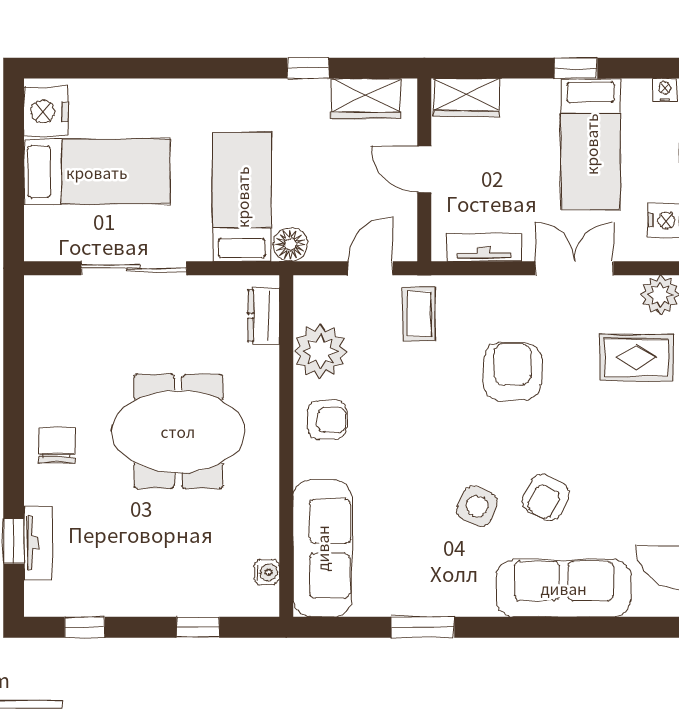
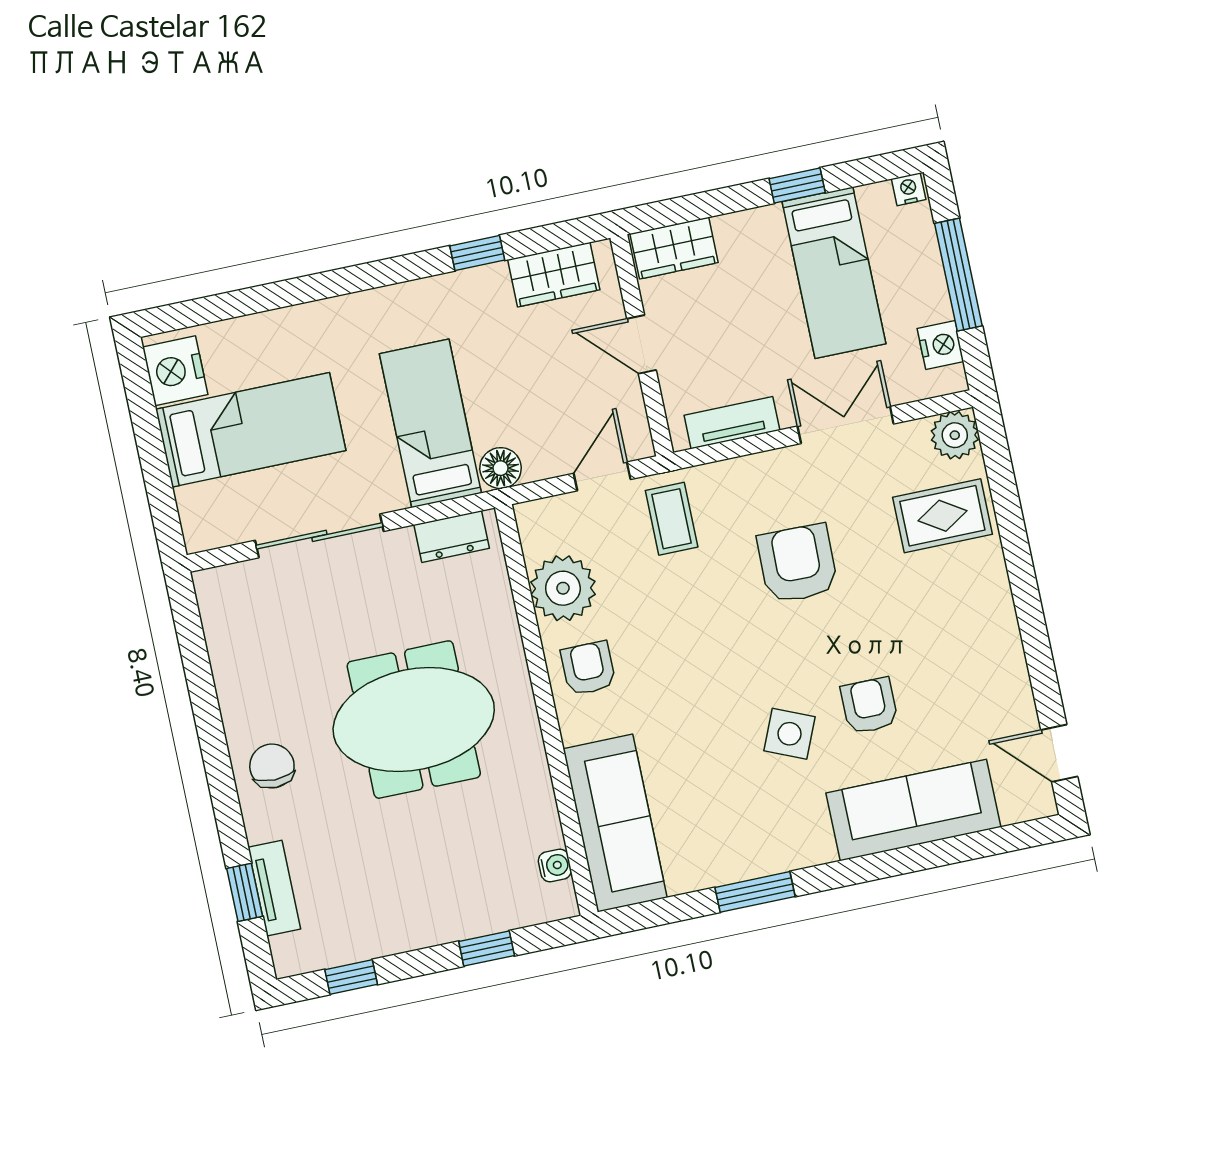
dresser: (263, 316) -> (452, 537), moved, turned -90
armchair: (327, 420) -> (588, 668), turned -90
armchair: (546, 497) -> (869, 706), turned 153

